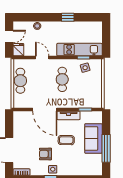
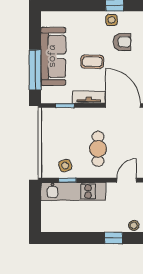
window: (68, 17) -> (114, 238), moved
door: (42, 57) -> (127, 180), swing flipped
sofa: (93, 138) -> (53, 56), width x1.36
window: (106, 148) -> (35, 70), moved

